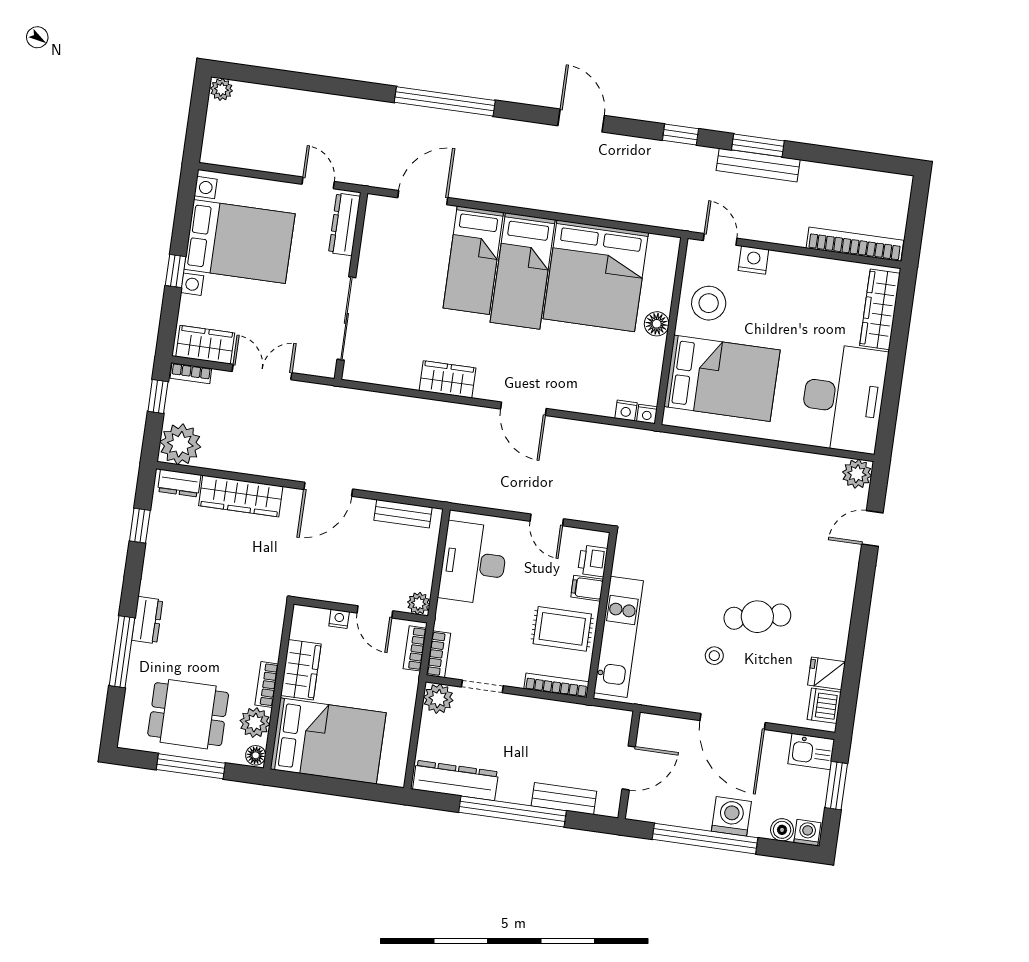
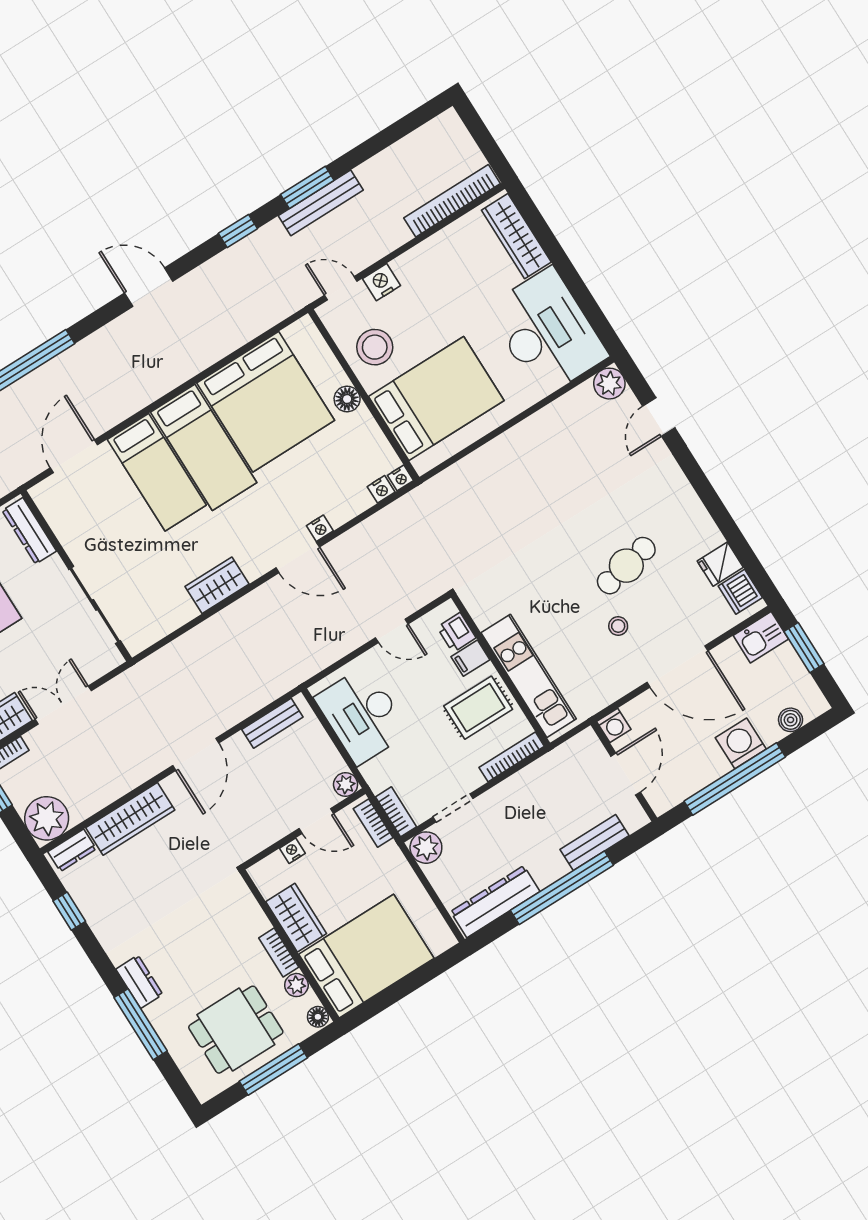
nightstand: (557, 401) -> (320, 528), added
plant: (255, 723) -> (296, 985), width x0.73, depth x0.73
washing machine: (807, 833) -> (614, 725), moved, turned 180

